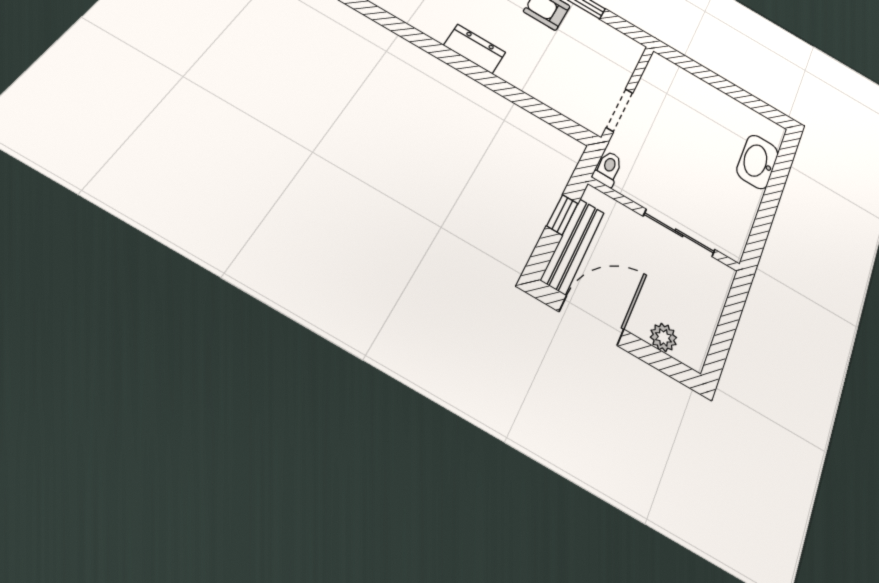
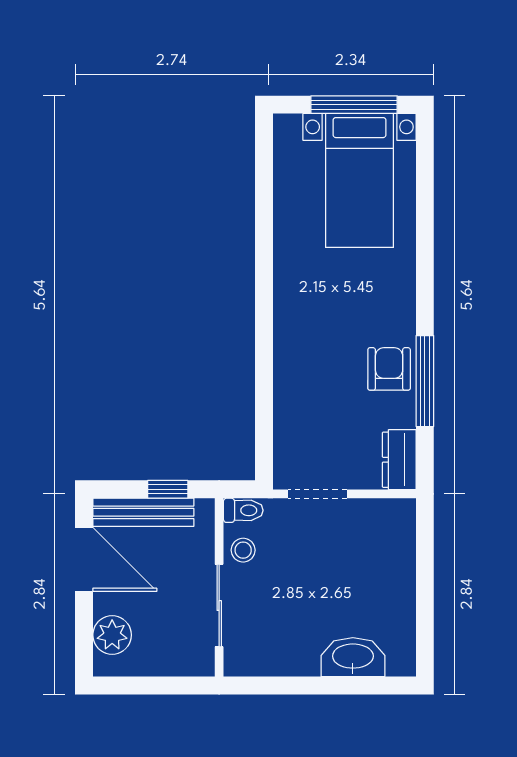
dresser: (475, 49) -> (399, 460), moved, turned 180
stool: (641, 188) -> (243, 550), added
plant: (663, 337) -> (112, 635), width x1.38, depth x1.38

